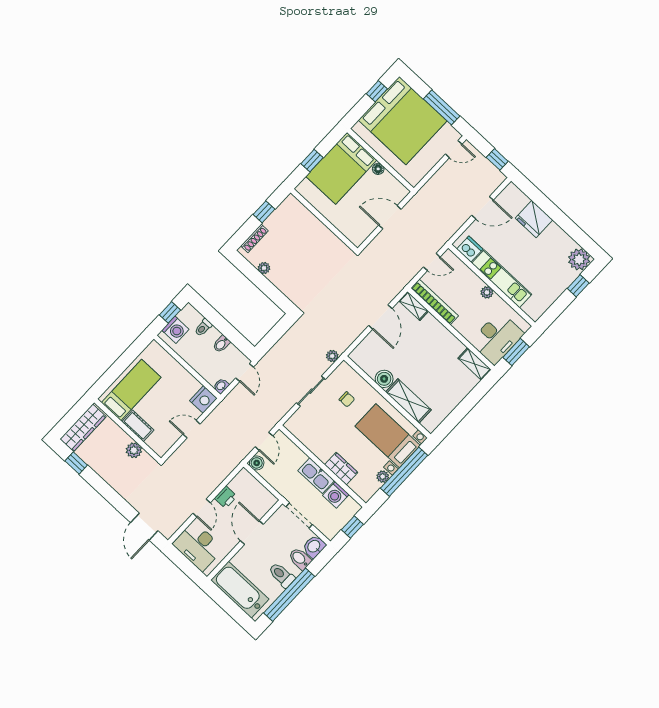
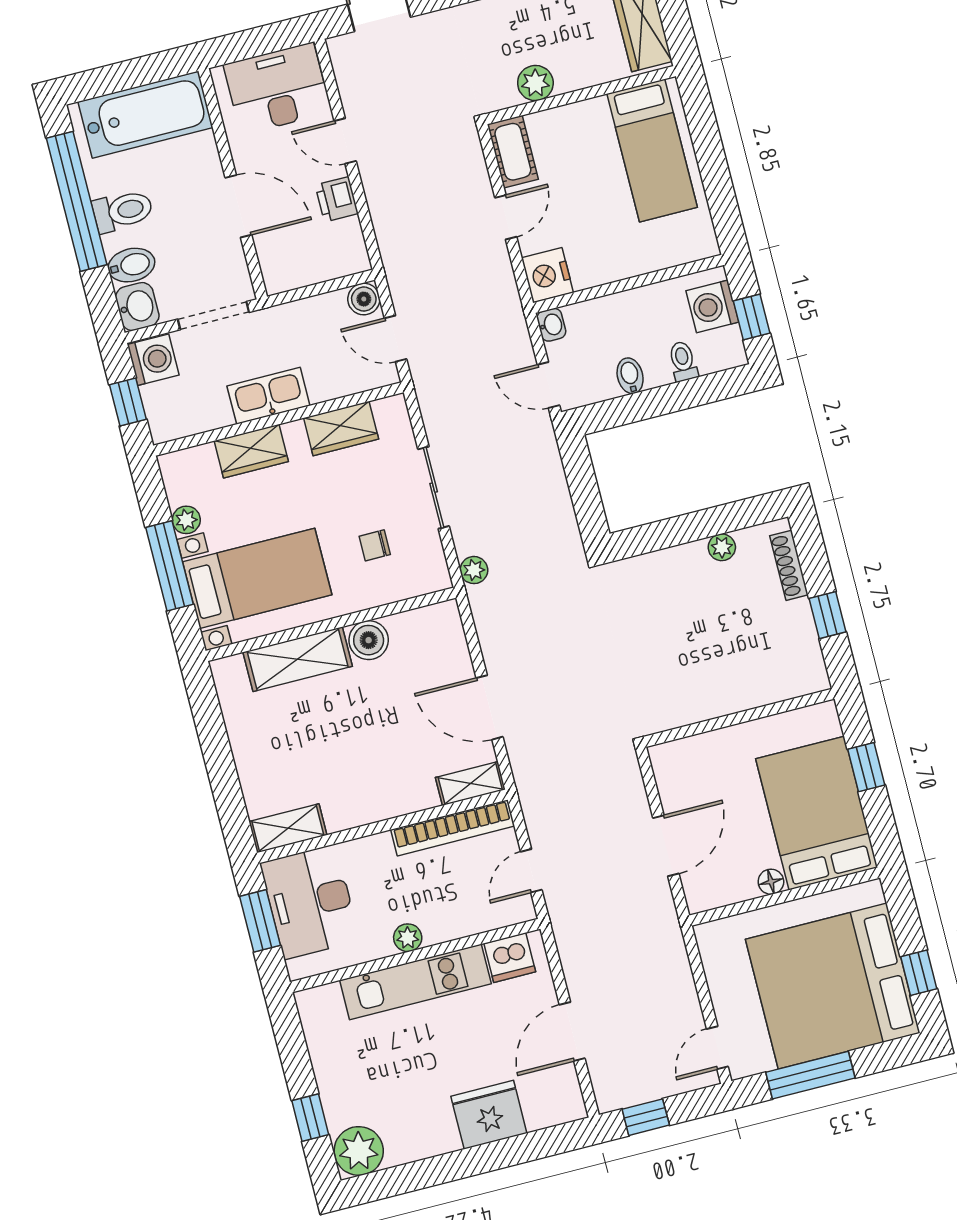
cot: (138, 426) -> (513, 152), moved, turned 90
wardrobe: (311, 440) -> (341, 429), added
window: (404, 472) -> (170, 566), width x0.68
washing machine: (336, 495) -> (153, 360), moved, turned 90

